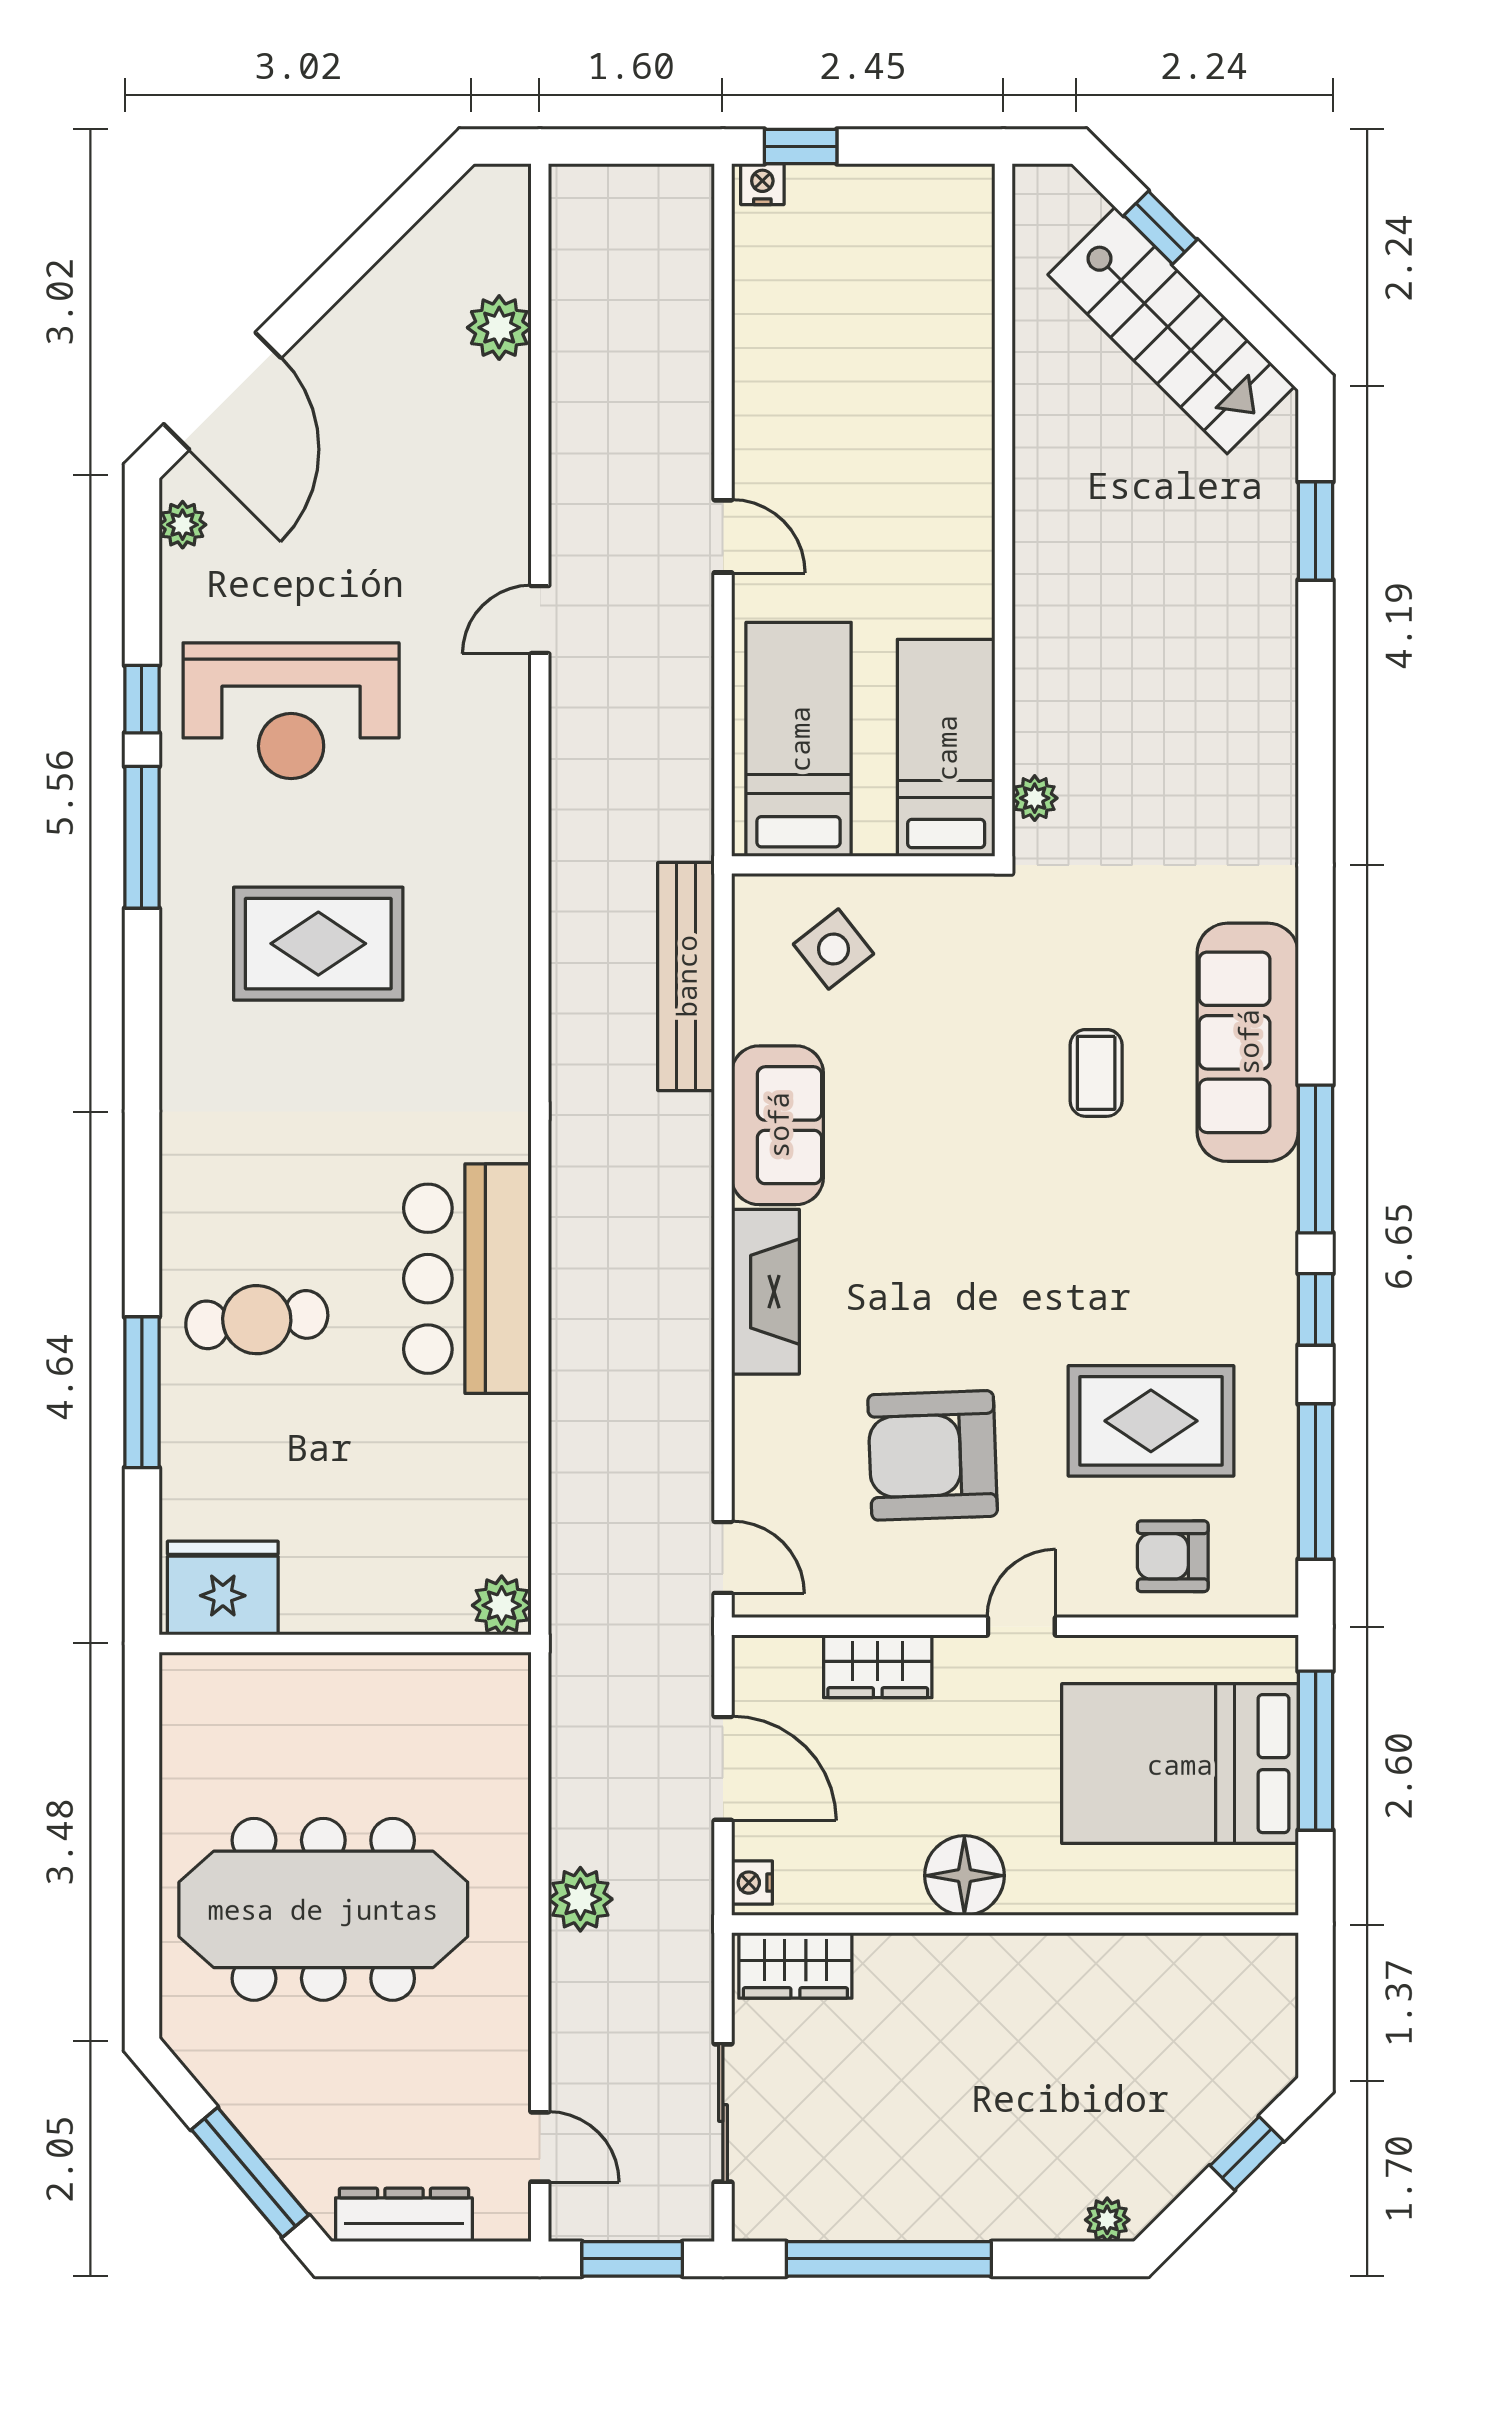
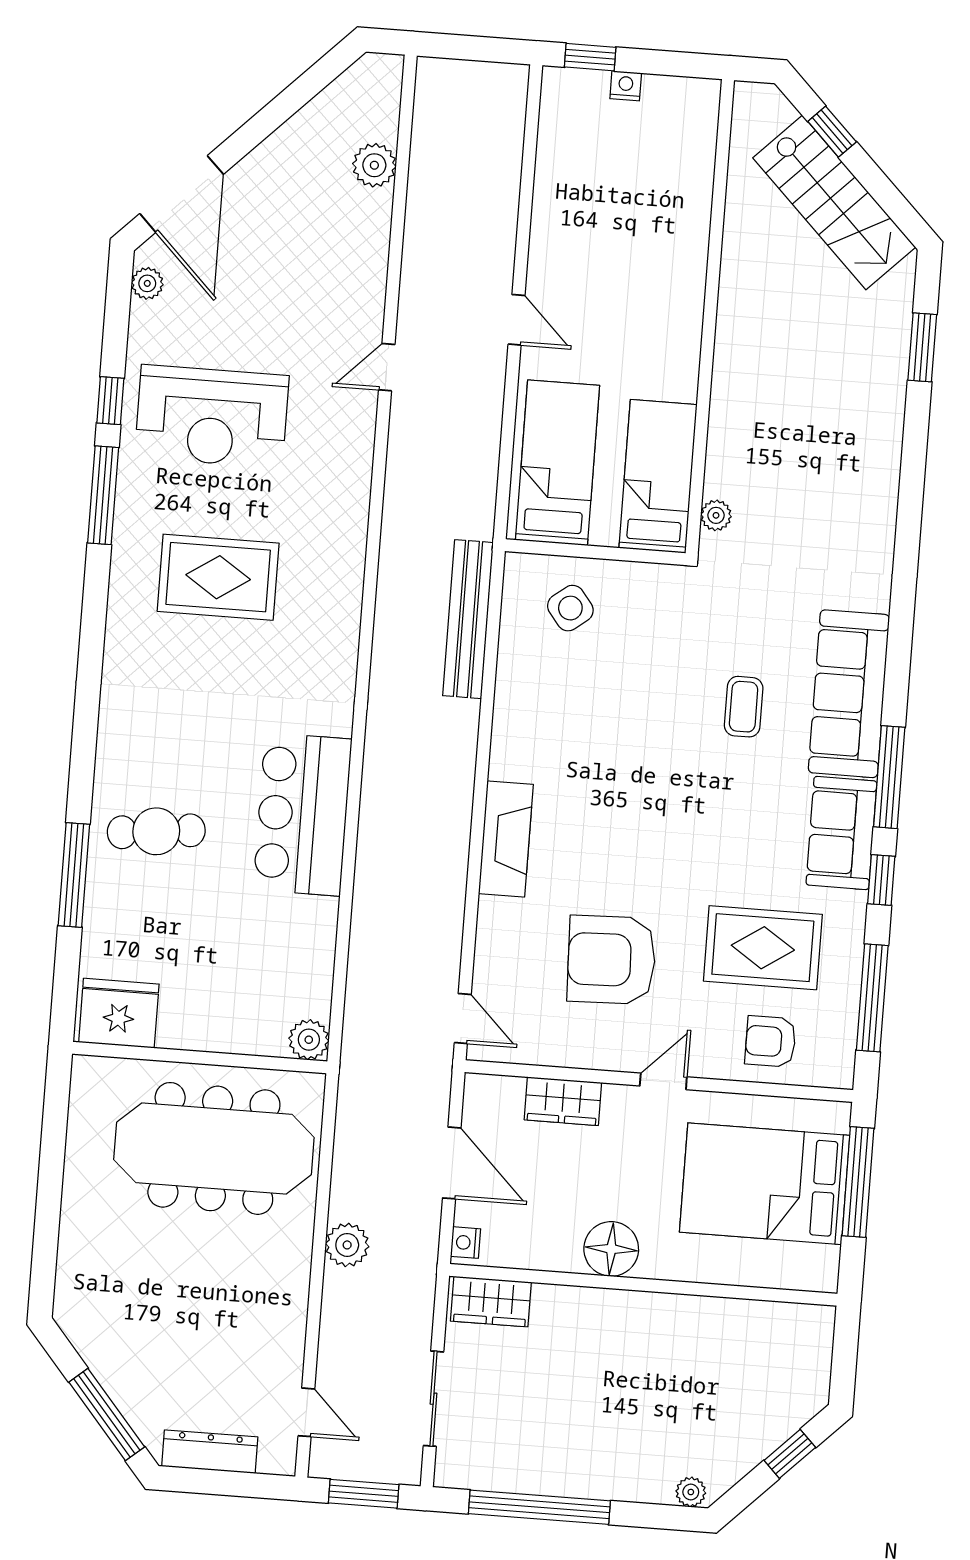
nightstand: (762, 184) -> (626, 86), moved
sofa: (778, 1125) -> (841, 833), moved, turned 180
meeting table: (323, 1909) -> (214, 1148), moved

